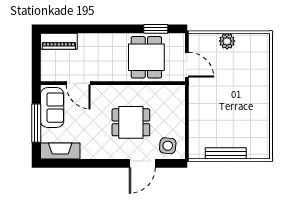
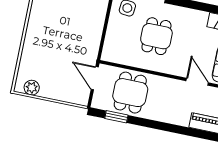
plant: (227, 41) -> (32, 88), moved
dining table: (131, 122) -> (156, 36), turned 90

